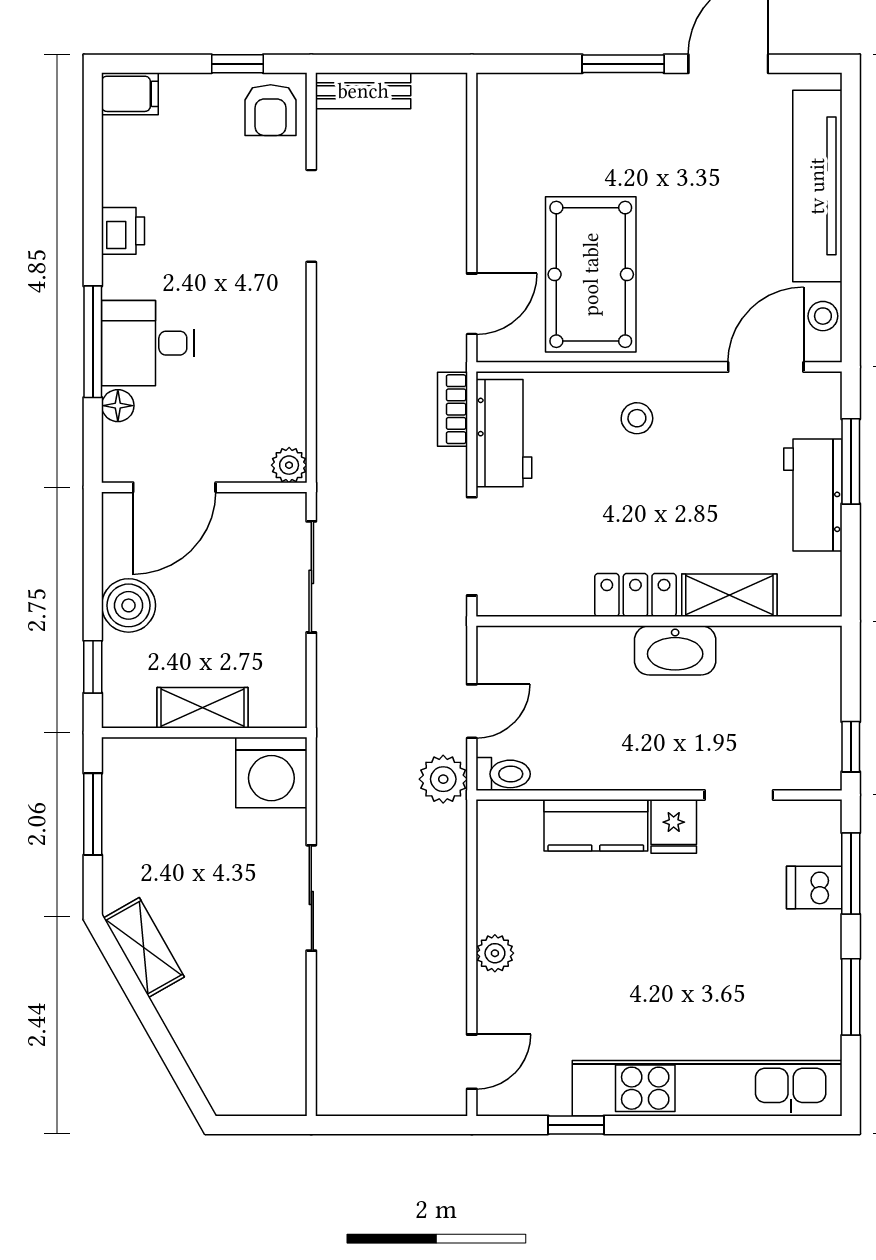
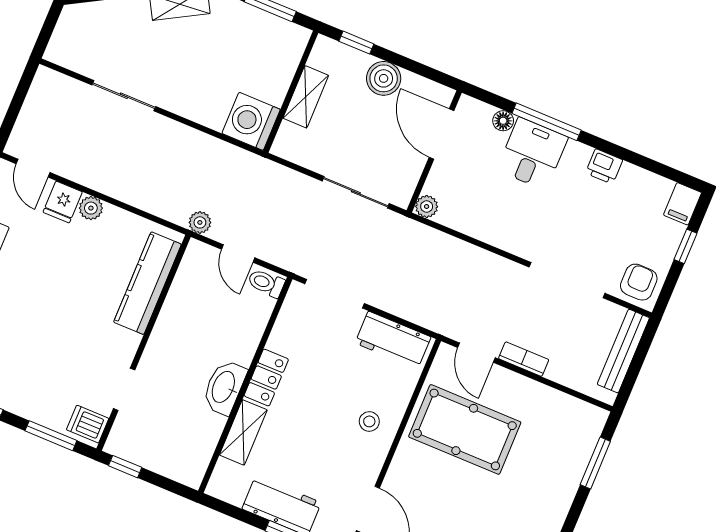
window: (237, 64) -> (686, 246), moved
window: (623, 64) -> (595, 463), moved
bench: (363, 91) -> (623, 351), width x1.36
armchair: (271, 110) -> (639, 282), turned 90
doorway: (311, 216) -> (567, 280), width x1.36
bookcase: (452, 409) -> (524, 359), moved
toilet: (503, 774) -> (266, 283), moved, turned 90
plant: (443, 779) -> (200, 222), width x0.73, depth x0.73
kitchen counter: (596, 825) -> (147, 283), width x1.50
fridge: (674, 826) -> (63, 202), moved, turned -90
dishwasher: (814, 887) -> (88, 424), moved, turned -90
sliding door: (311, 898) -> (124, 96), moved

